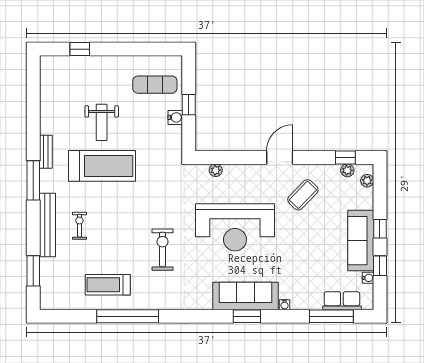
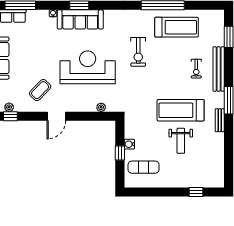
weight bench: (102, 122) -> (181, 141), turned 180
treadmill: (108, 285) -> (176, 27), width x1.37, depth x1.38

